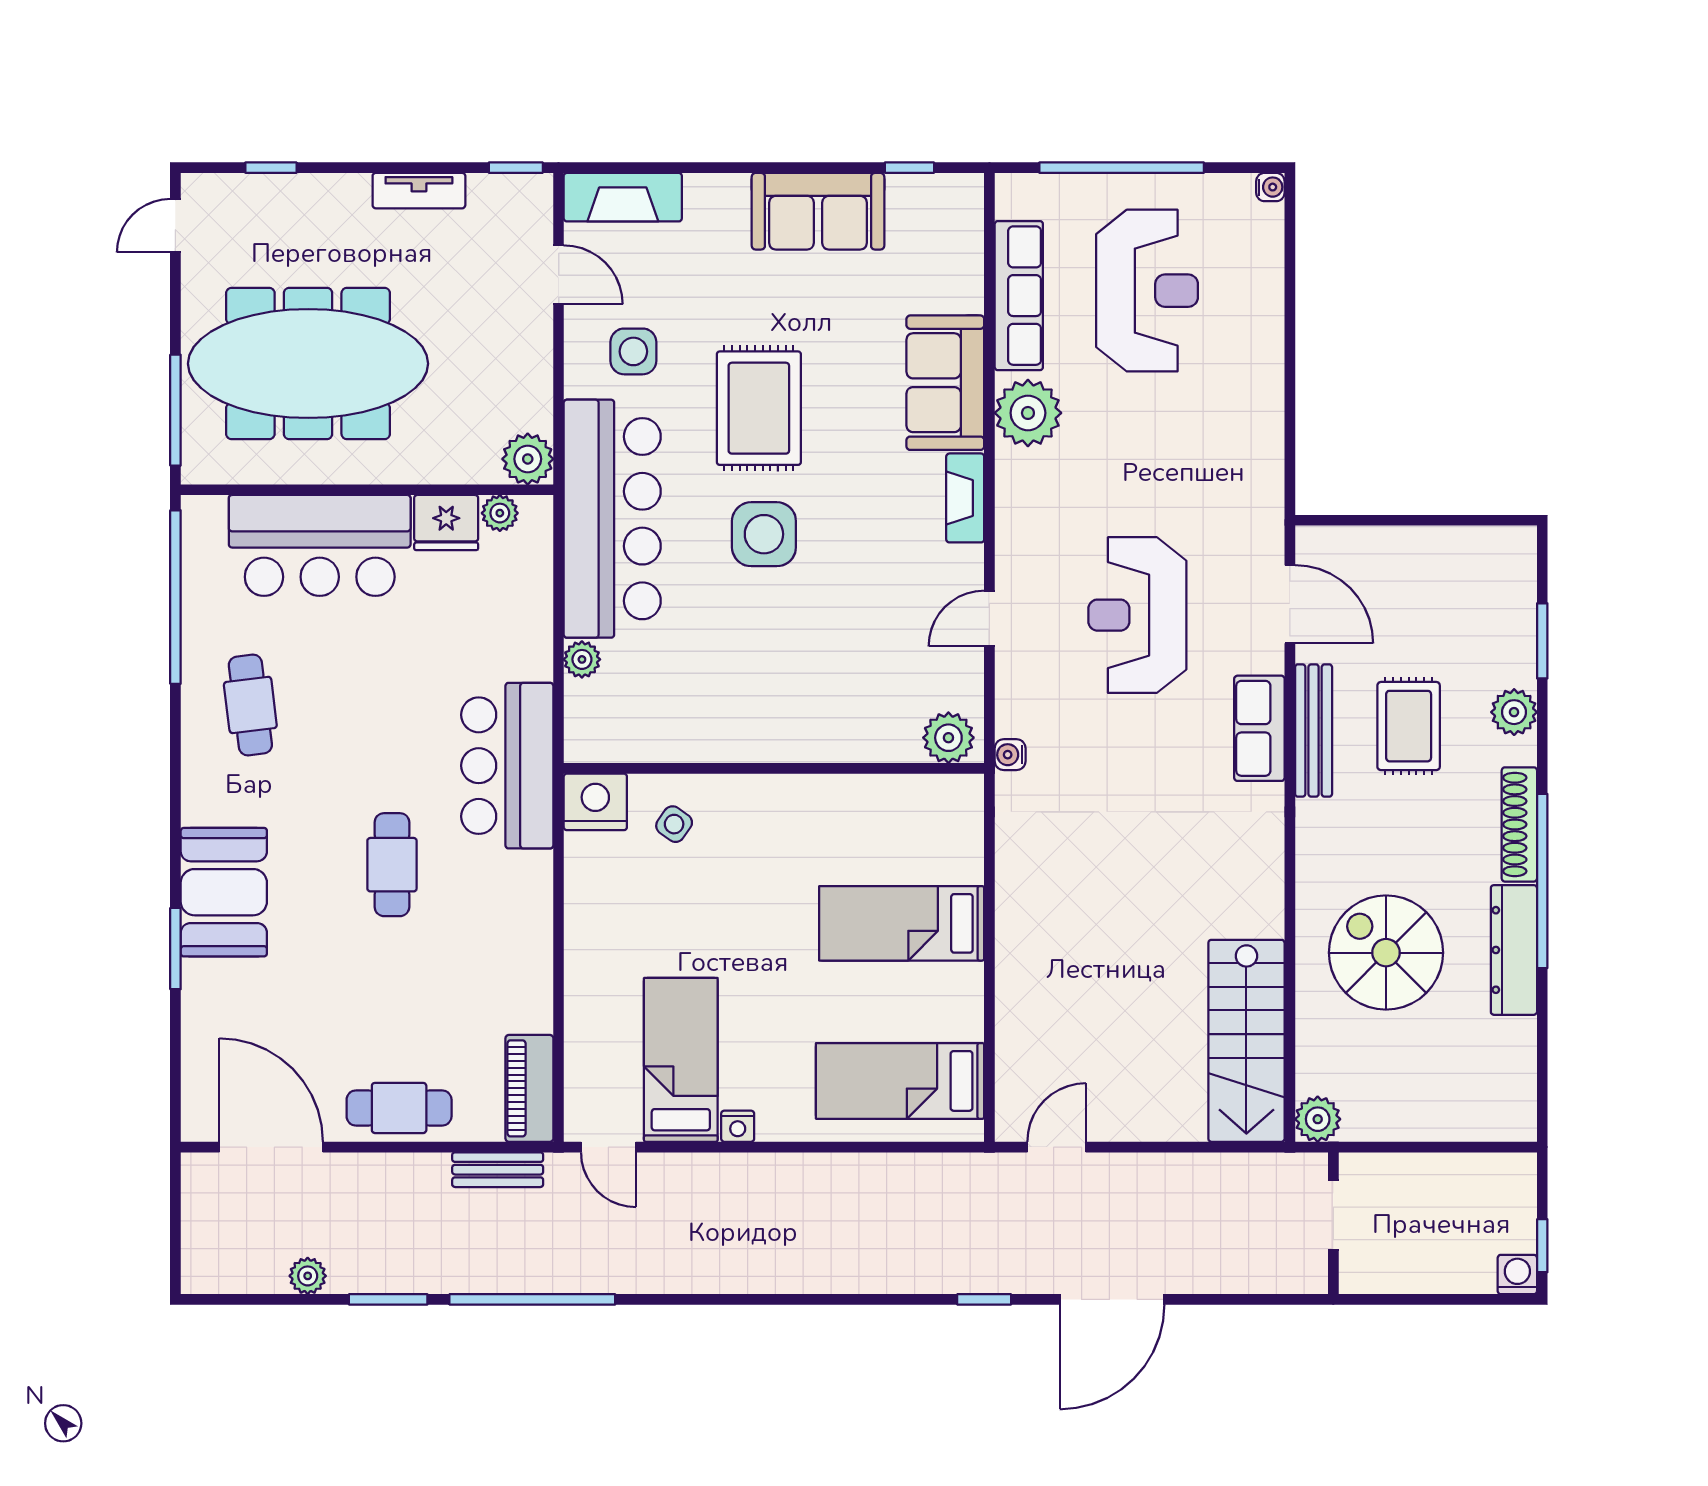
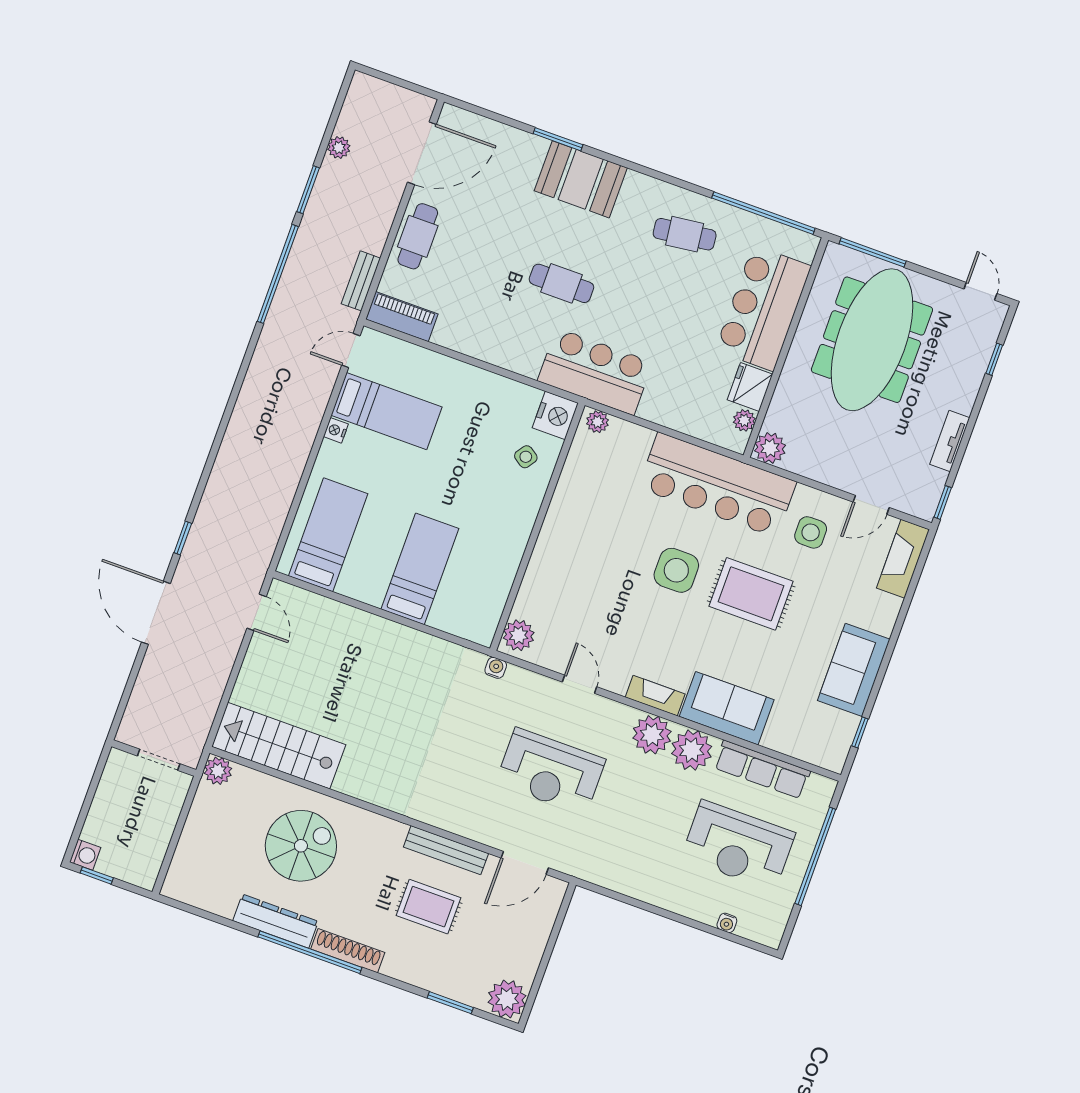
water cooler: (1270, 187) -> (727, 923), moved
plant: (1026, 481) -> (652, 735), added
reception desk: (1137, 615) -> (550, 771), turned 180
plant: (582, 659) -> (597, 422), moved
plant: (1514, 712) -> (507, 999), moved, width x1.36, depth x1.36
row of seats: (1259, 728) -> (459, 819), removed

